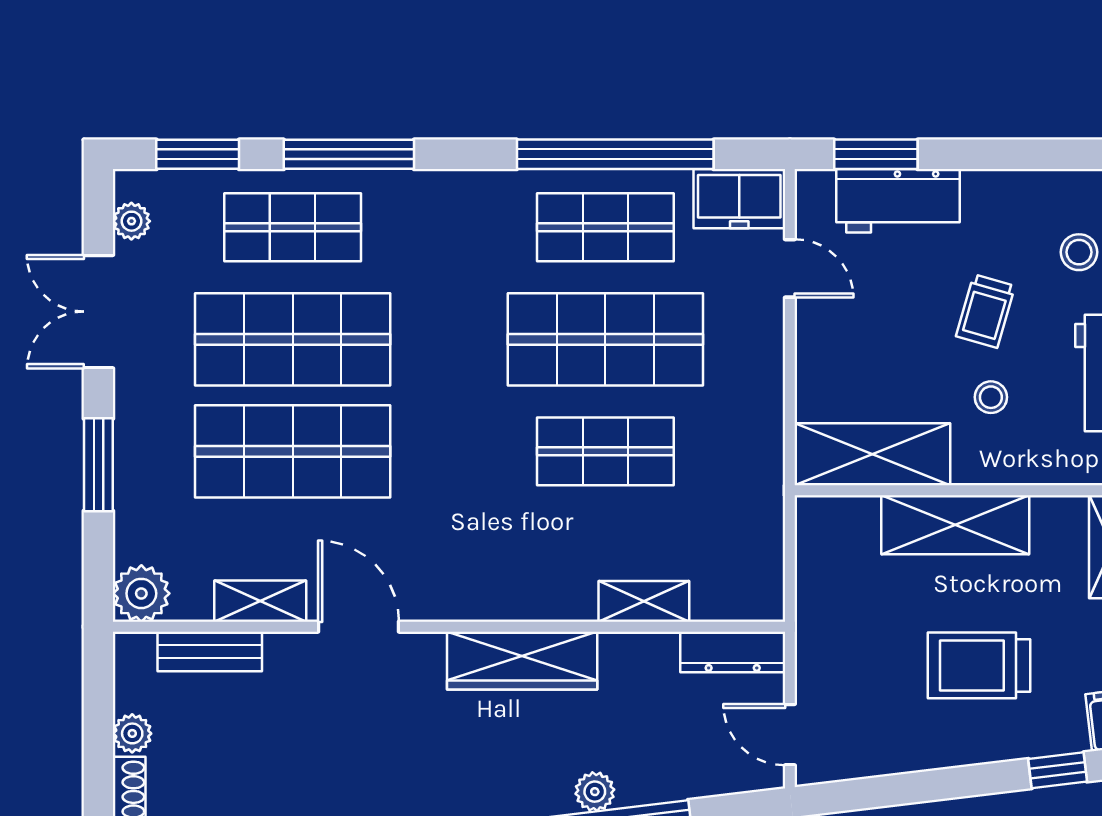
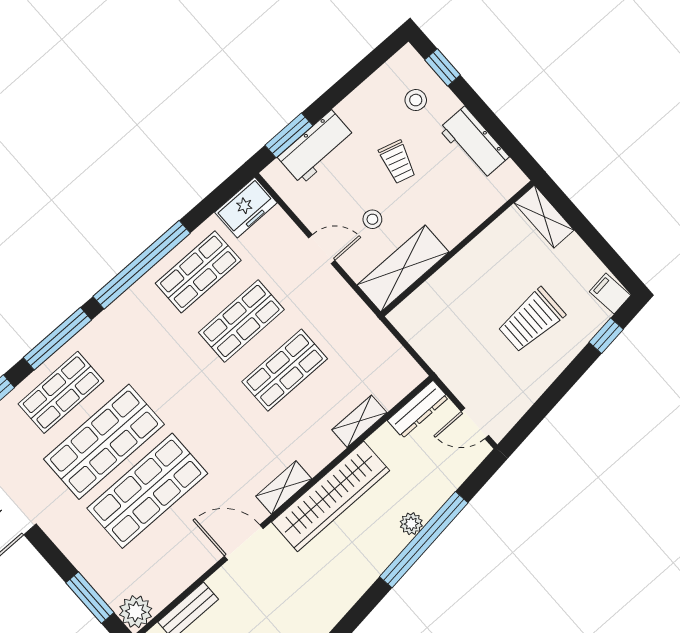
window: (615, 154) -> (142, 265), moved
door: (790, 268) -> (322, 249), moved
shop shelf: (605, 339) -> (241, 321), width x0.70, depth x0.74
stool: (991, 397) -> (372, 219), moved
window: (98, 465) -> (90, 598), moved
shelving: (955, 525) -> (467, 267), removed
shelving: (260, 601) -> (284, 488), moved
wardrobe: (522, 661) -> (331, 496), width x1.40, depth x1.17

